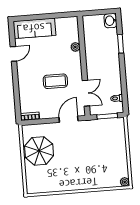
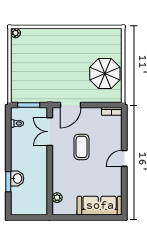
washbasin: (110, 21) -> (17, 178), moved
plant: (75, 47) -> (57, 198), moved
door: (13, 54) -> (124, 158), moved
coffee table: (55, 81) -> (82, 147), turned 90

